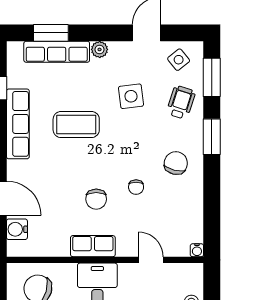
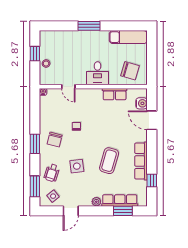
side table: (131, 96) -> (77, 166), moved
coffee table: (76, 125) -> (109, 161), turned -74
window: (212, 137) -> (35, 144), moved
chair: (96, 199) -> (98, 120), removed
row of seats: (93, 246) -> (115, 94), moved

